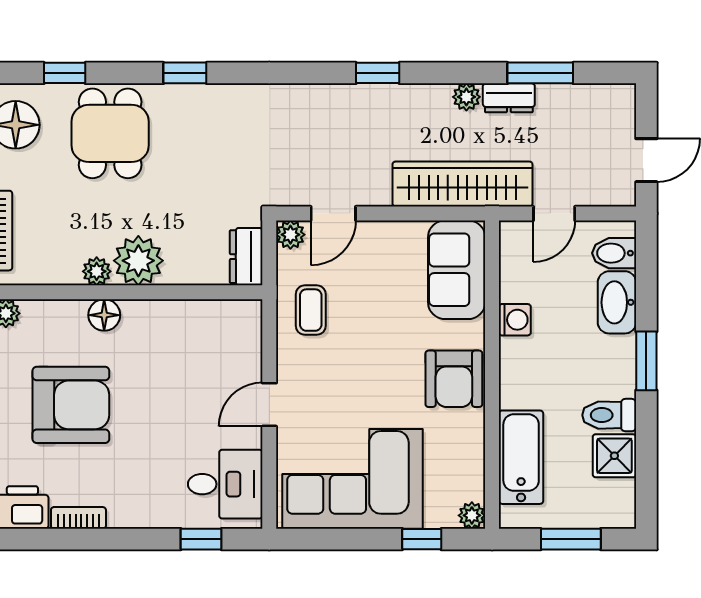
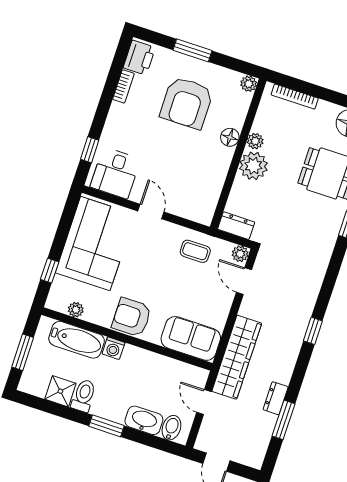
plant: (466, 97) -> (284, 375), removed
washing machine: (515, 320) -> (113, 348), moved
plant: (472, 515) -> (76, 310), moved

